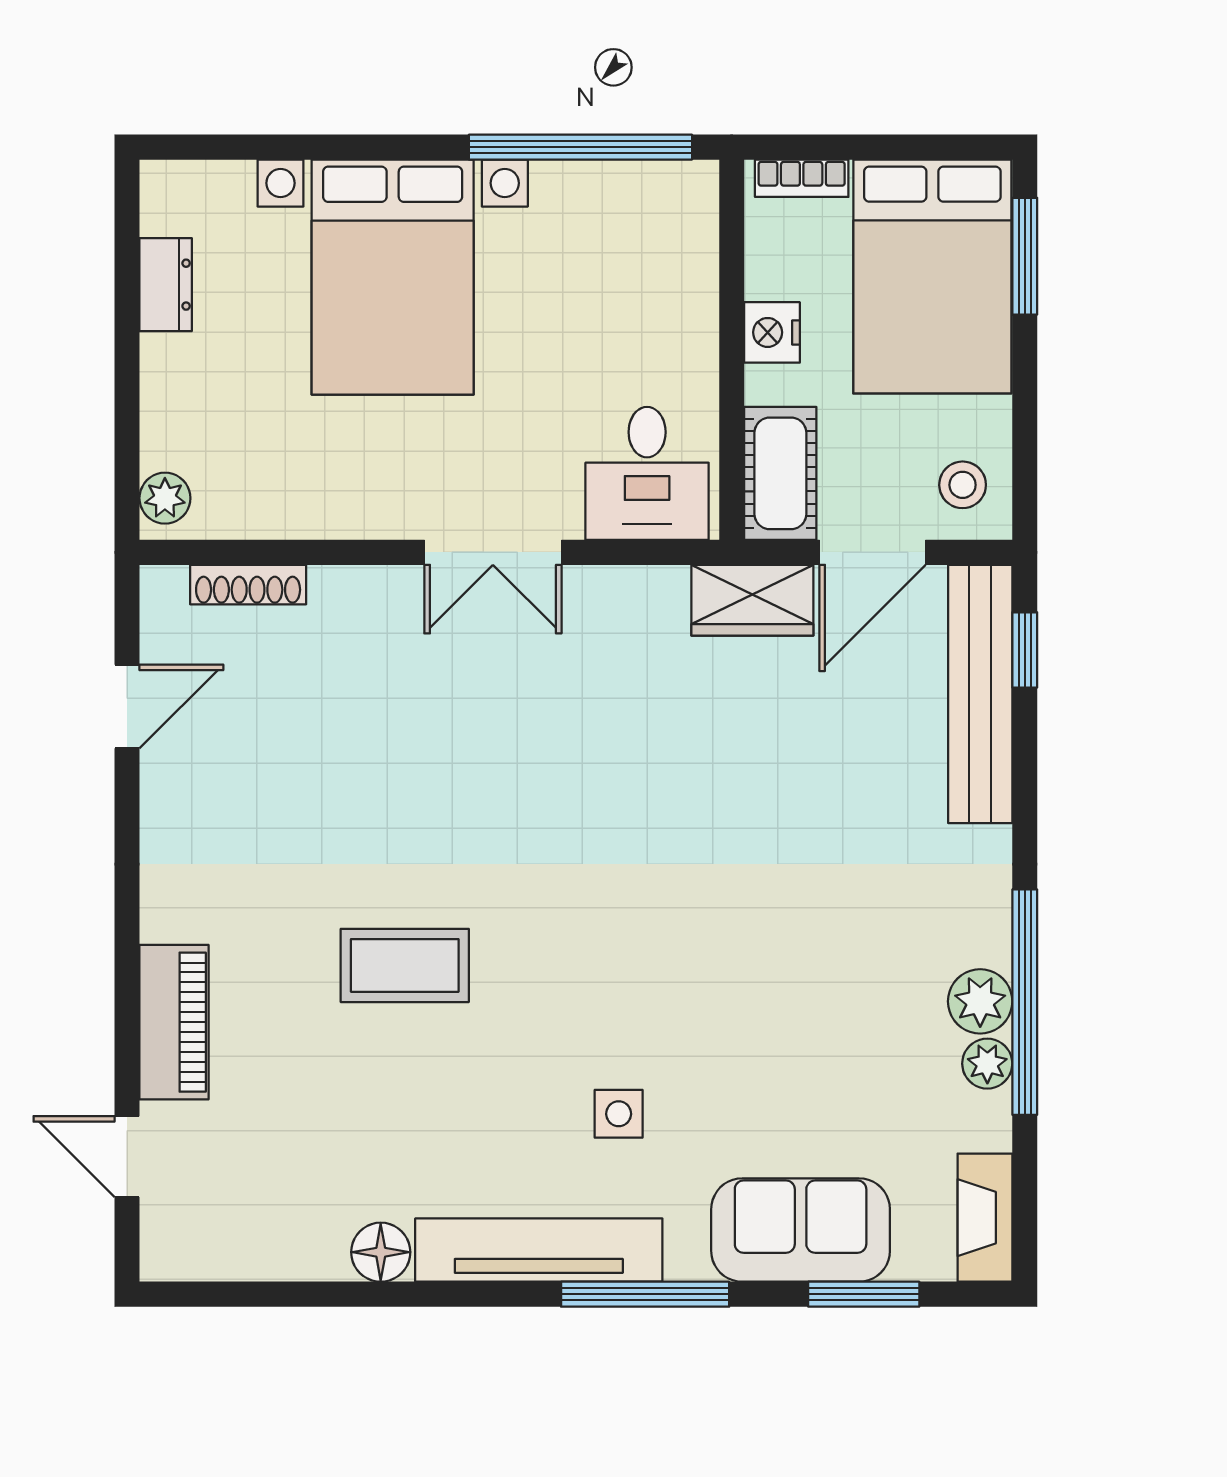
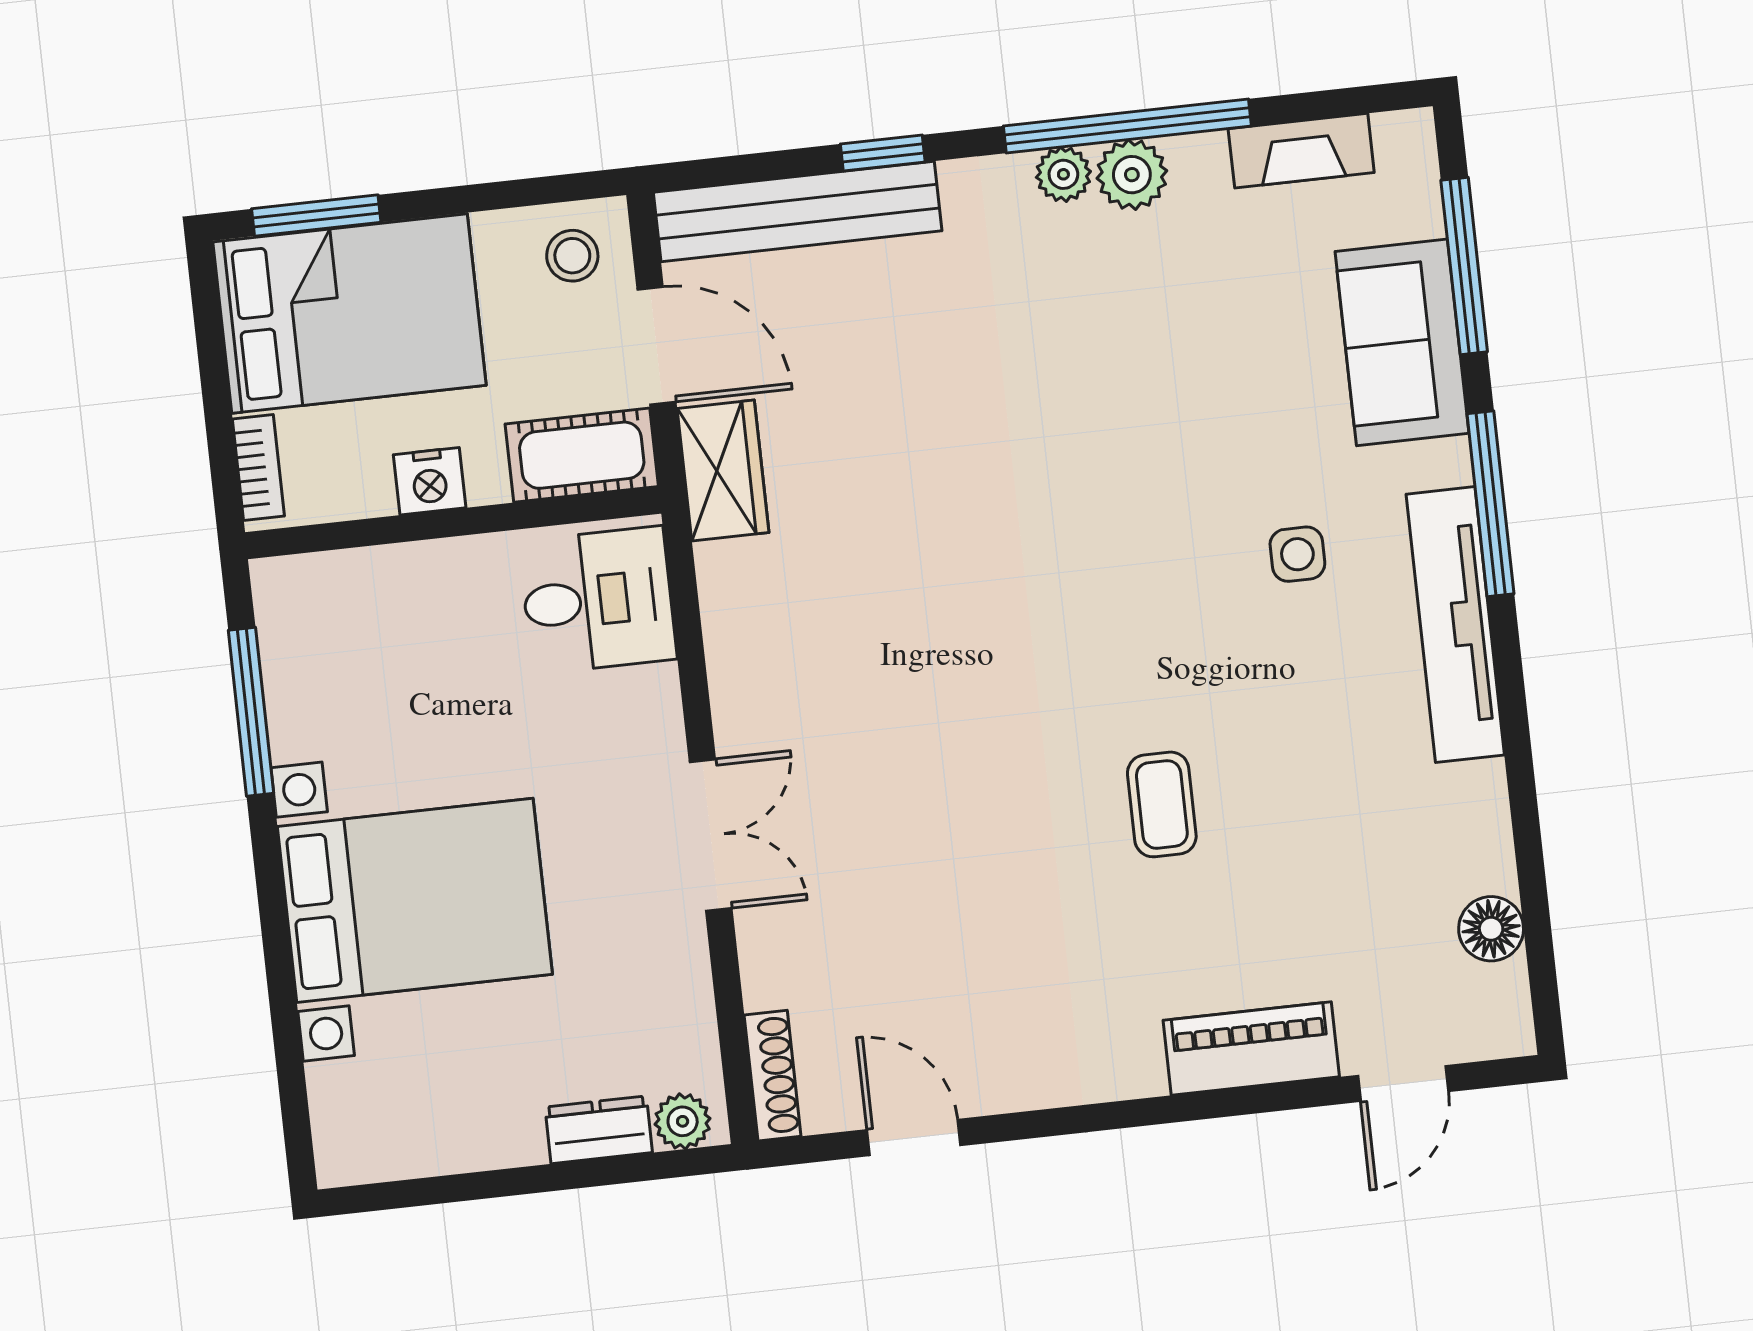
window: (580, 147) -> (251, 712), width x0.68
dresser: (166, 285) -> (599, 1130), moved
double door: (493, 552) -> (711, 835), moved
shoe rack: (248, 585) -> (773, 1076), moved
window: (1025, 650) -> (883, 153), moved
coffee table: (405, 965) -> (1162, 804), width x0.73, depth x0.77
plant: (987, 1064) -> (1063, 174), moved
fireplace: (985, 1218) -> (1301, 151), moved
floor lamp: (381, 1252) -> (1491, 929), moved
window: (864, 1294) -> (1464, 266), width x1.44

